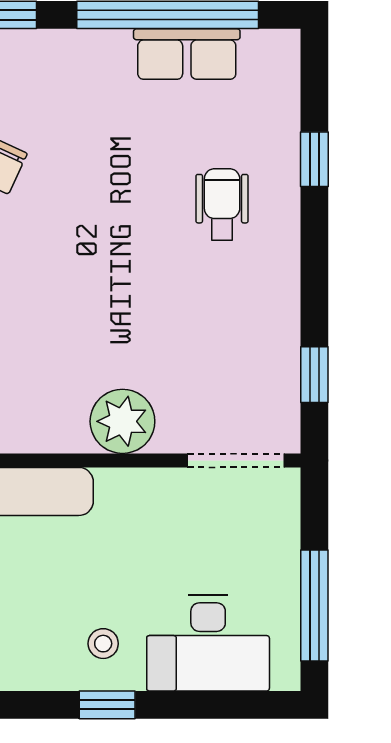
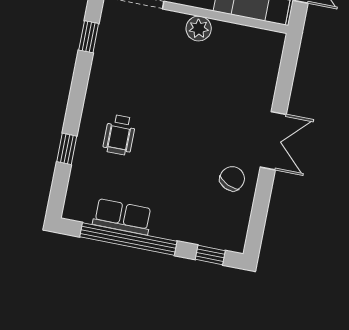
plant: (122, 421) -> (199, 29), width x0.73, depth x0.73

